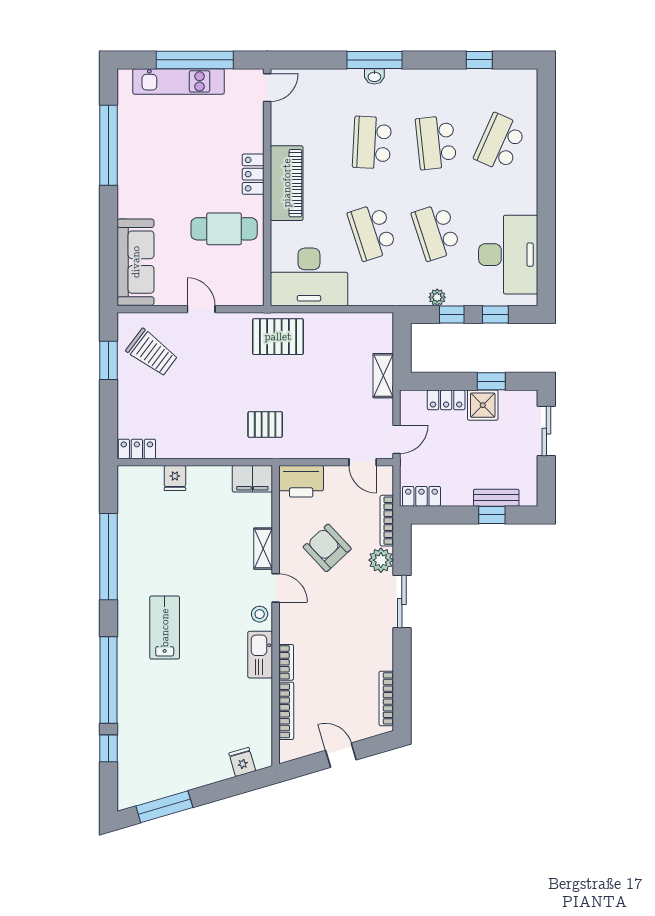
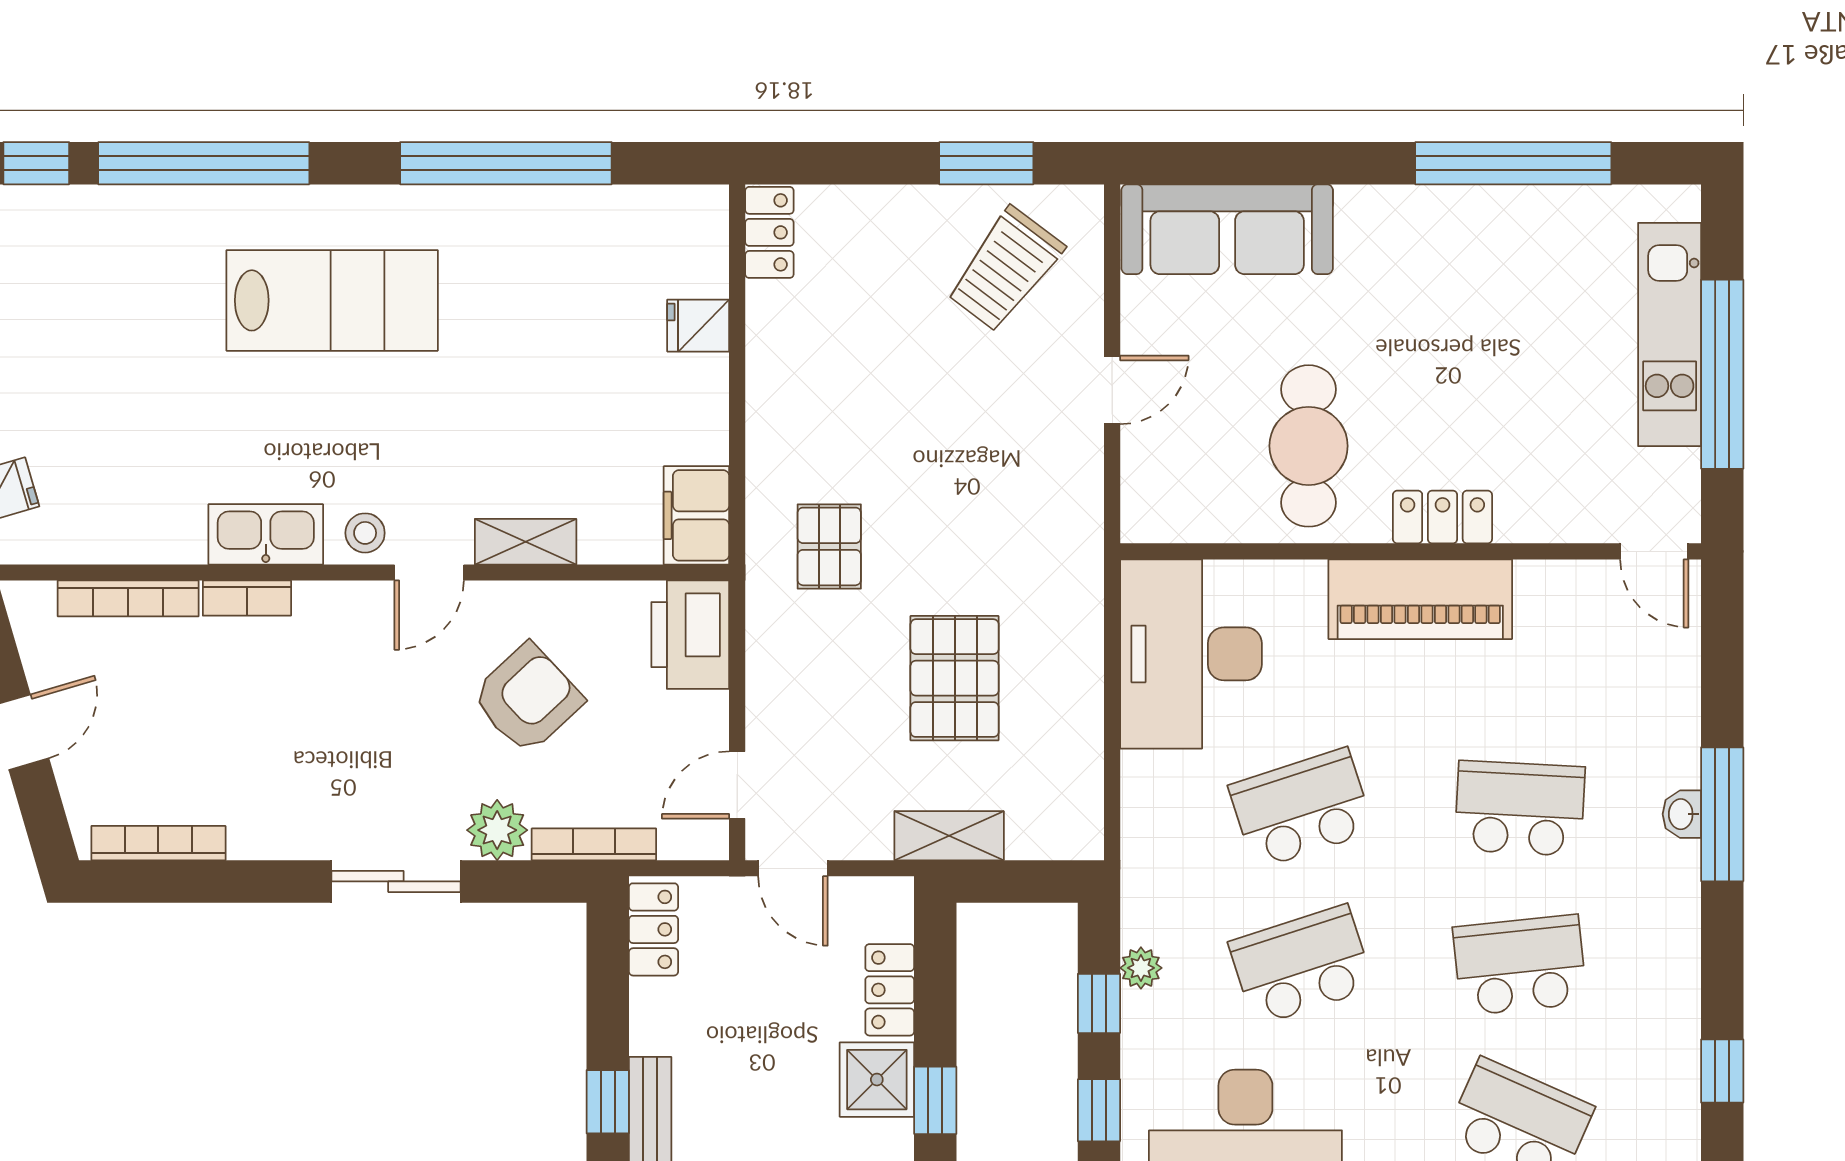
pallet: (278, 337) -> (955, 678), moved
lab bench: (165, 628) -> (332, 300), width x1.36, depth x1.39

